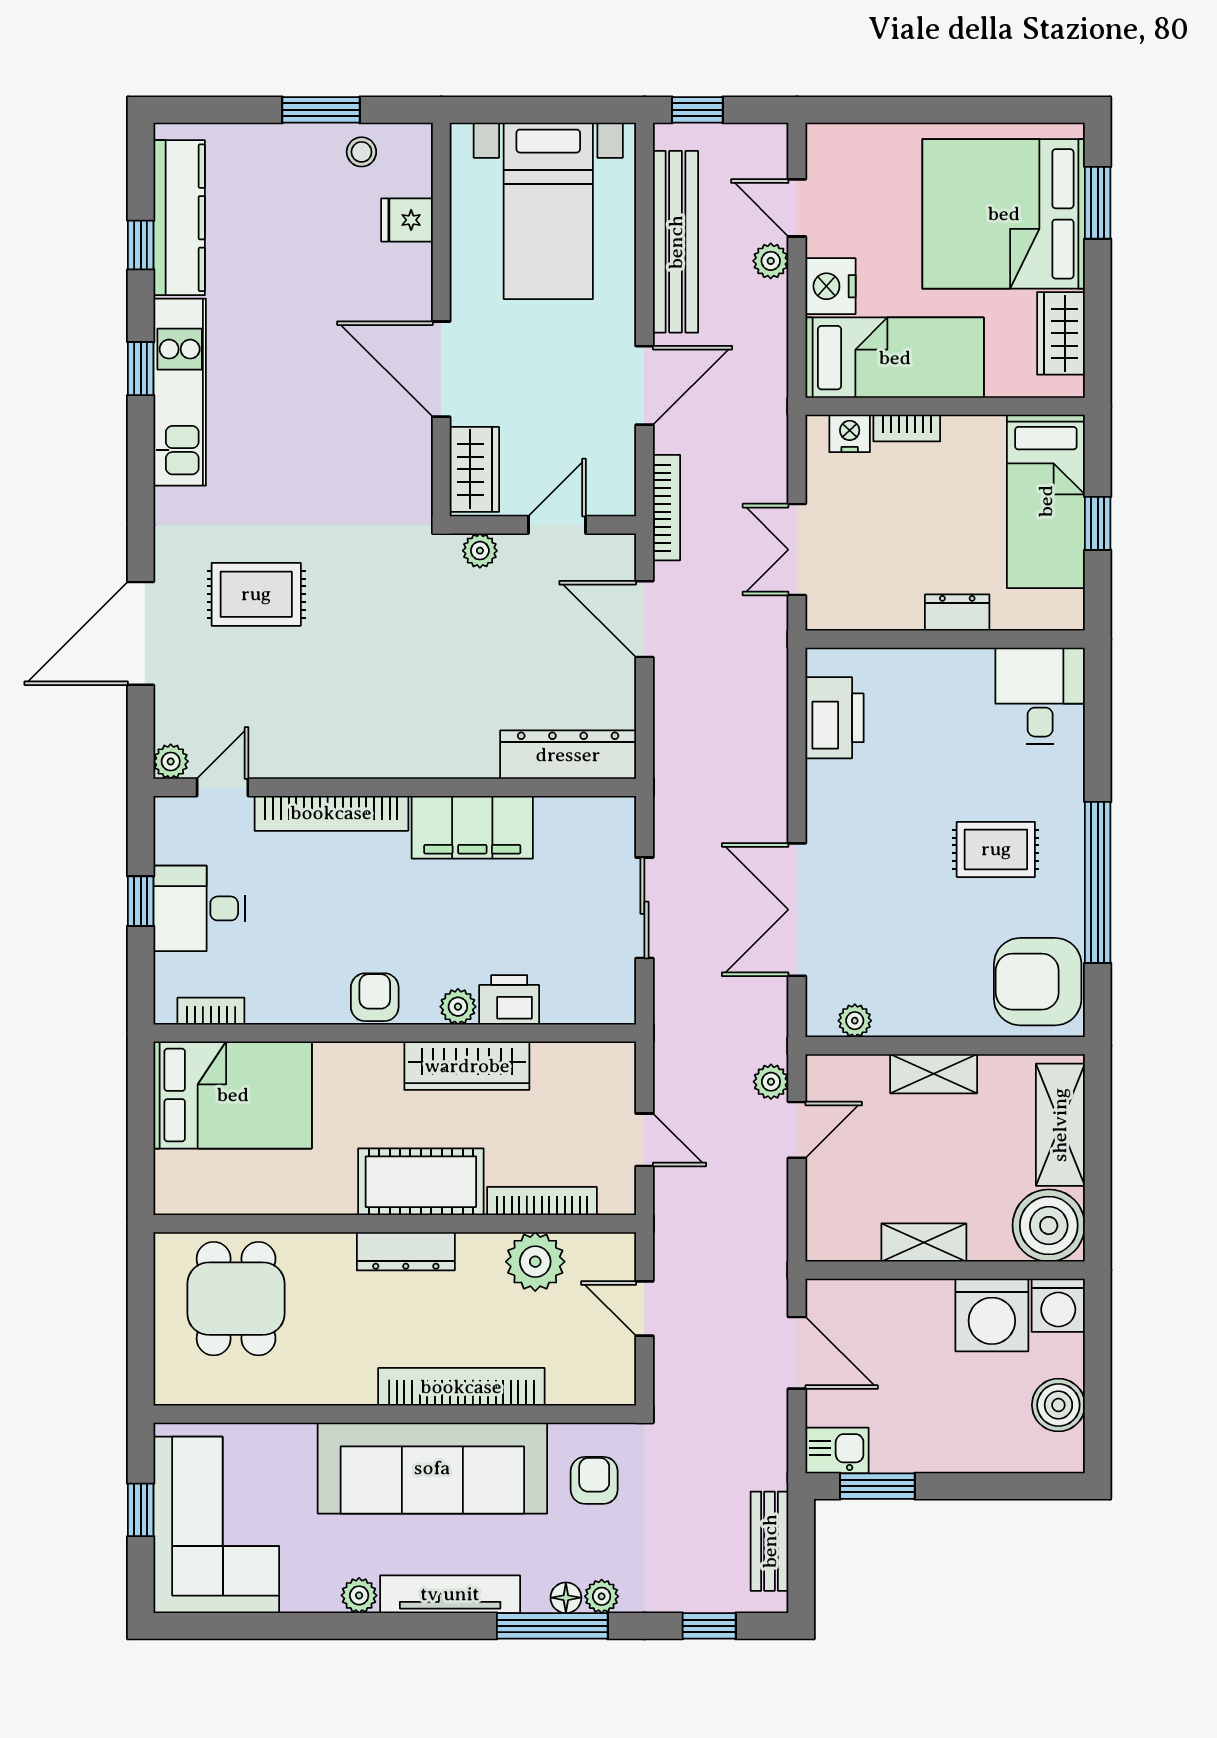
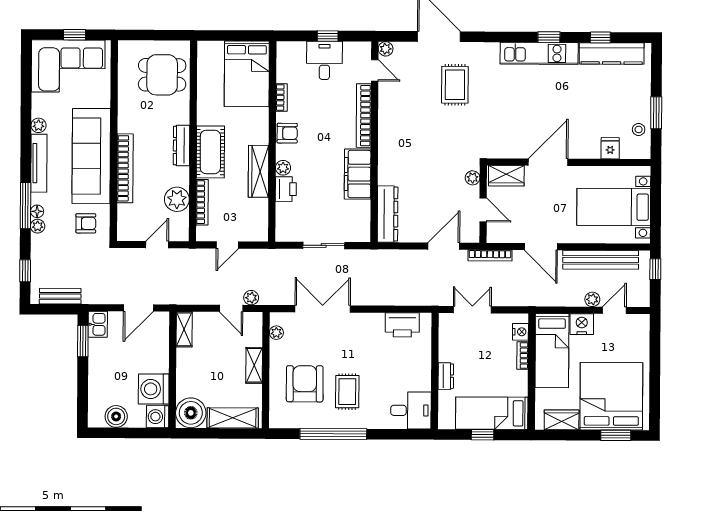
armchair: (1038, 982) -> (305, 384), moved
bookcase: (211, 1011) -> (282, 97), moved
shelving: (924, 1243) -> (184, 329), moved

